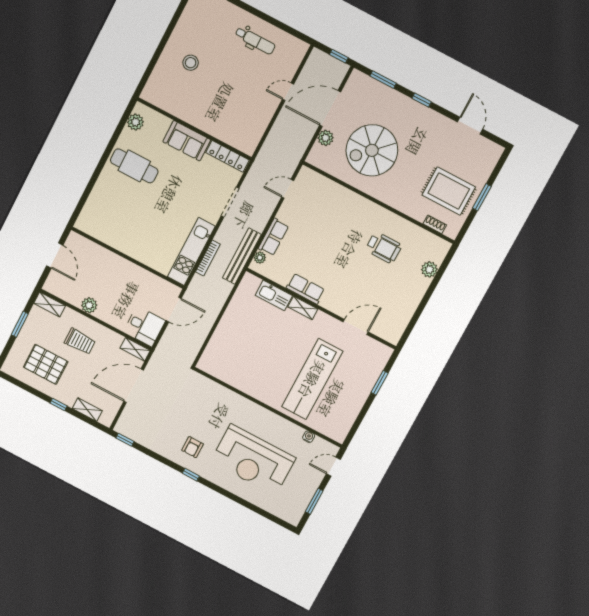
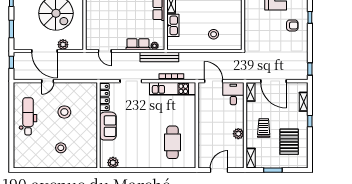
dental chair: (255, 41) -> (28, 116), width x1.36, depth x1.38
stool: (235, 92) -> (64, 112), added
door: (288, 92) -> (48, 81), hinge flipped
cafe table: (134, 166) -> (172, 142), moved
stool: (234, 342) -> (214, 34), added

